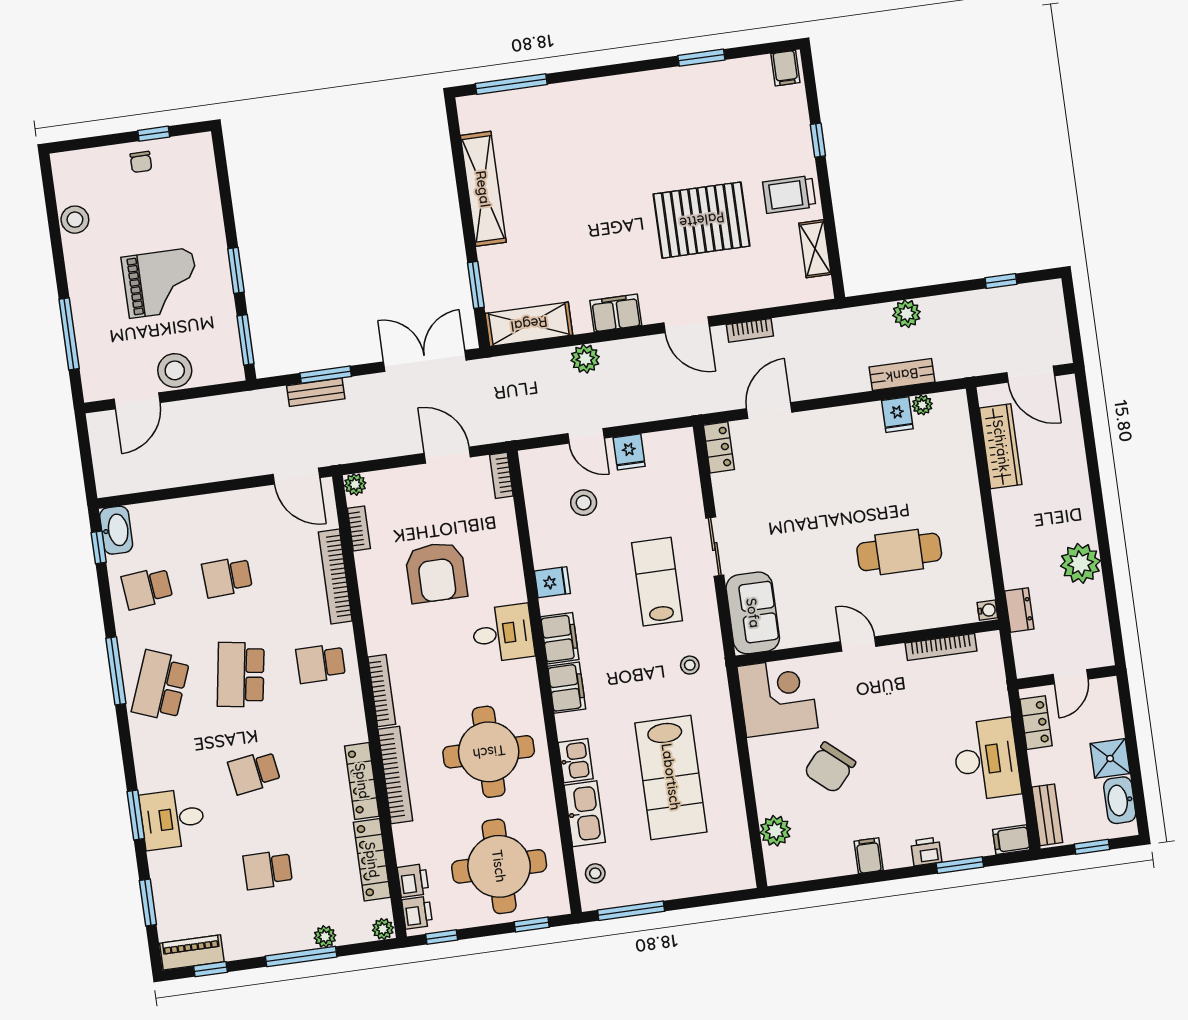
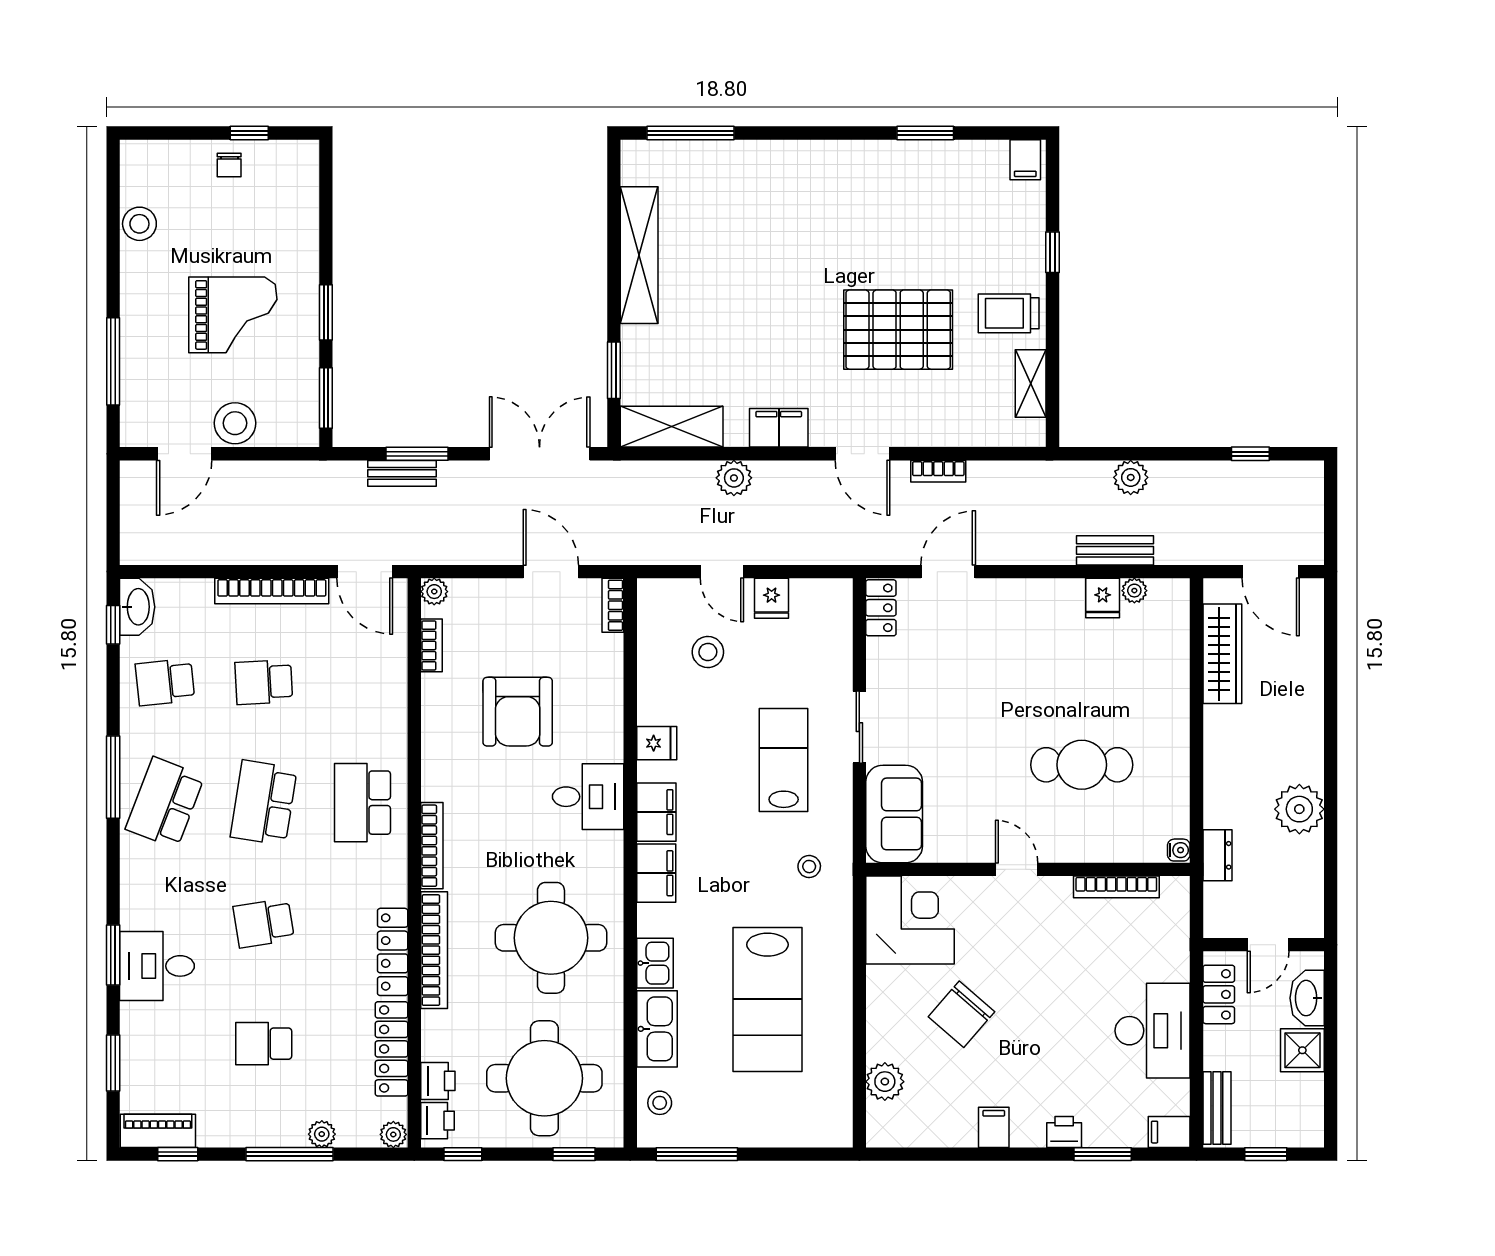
bookcase: (335, 577) -> (272, 591), moved, turned -90
school desk: (321, 663) -> (362, 803), width x1.85
washbasin: (1120, 800) -> (1307, 998), moved

